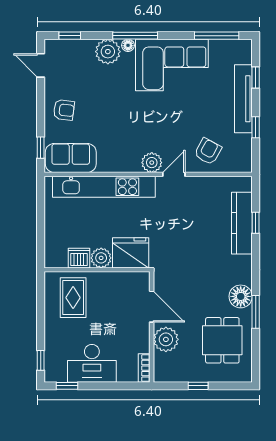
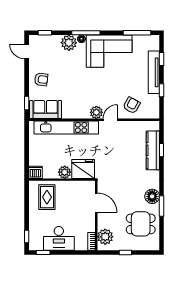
dishwasher: (79, 258) -> (35, 172), moved
plant: (166, 339) -> (105, 237), moved
dining table: (222, 340) -> (141, 224), turned 90

